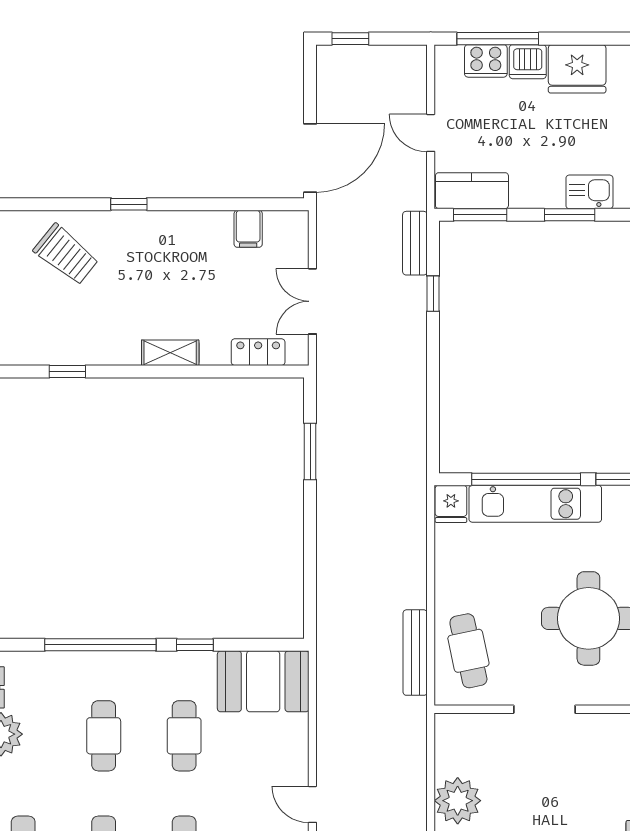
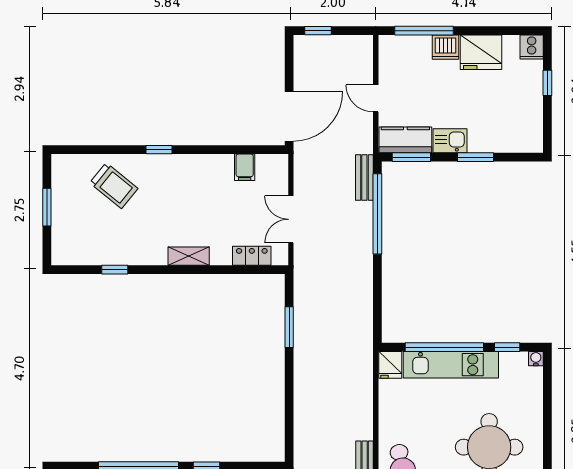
cooker: (486, 61) -> (415, 47), removed
kitchen sink: (589, 192) -> (450, 141), moved
window: (433, 294) -> (377, 214), width x3.17

